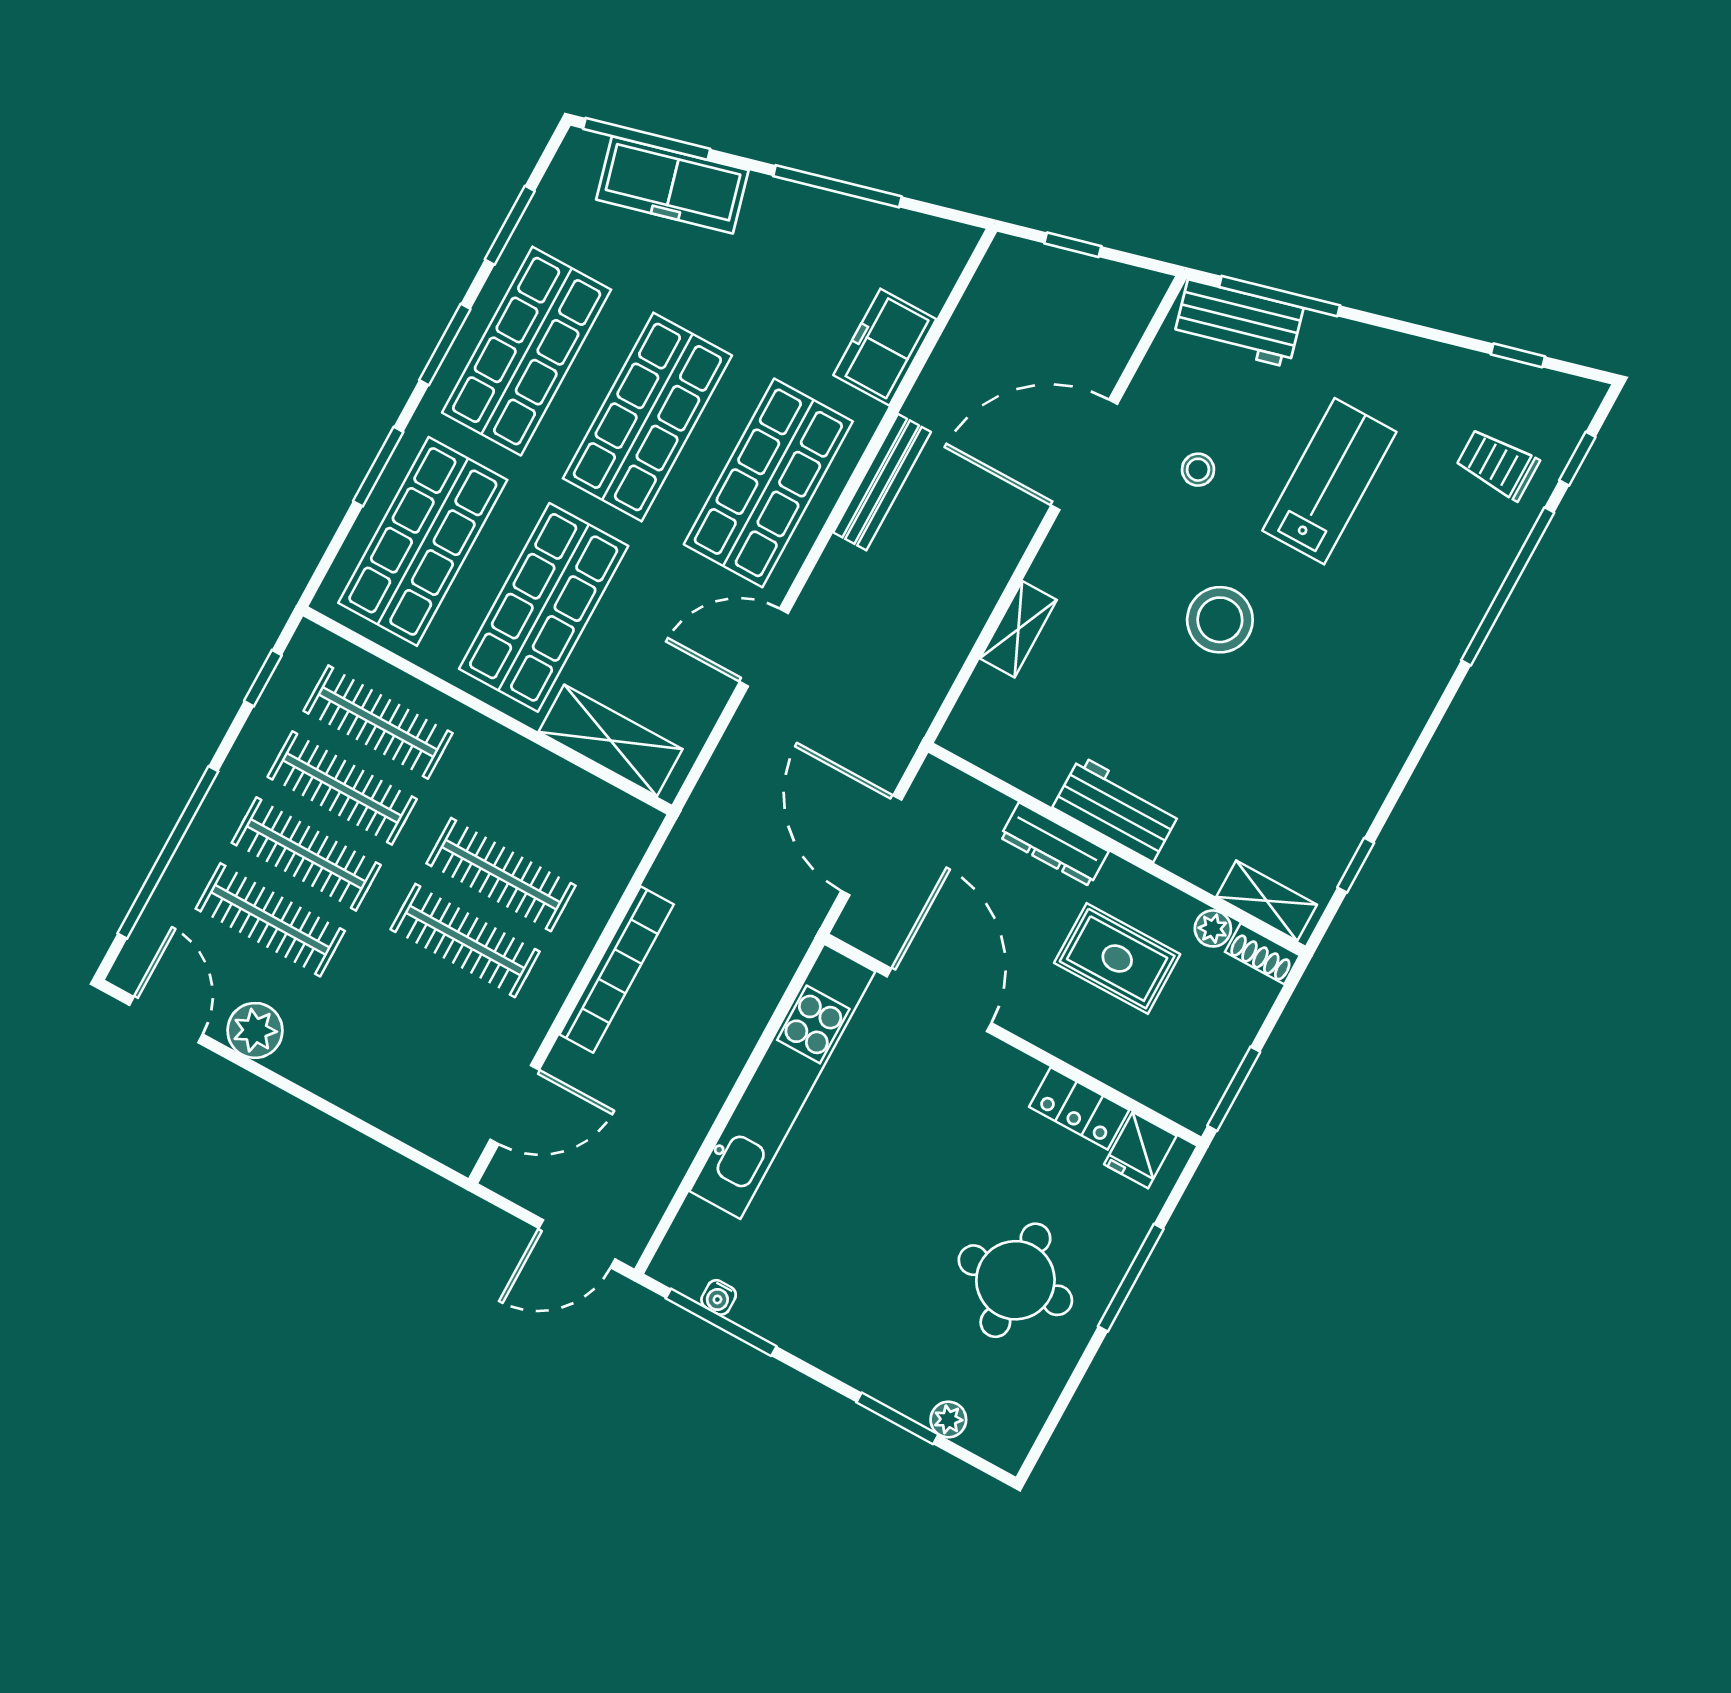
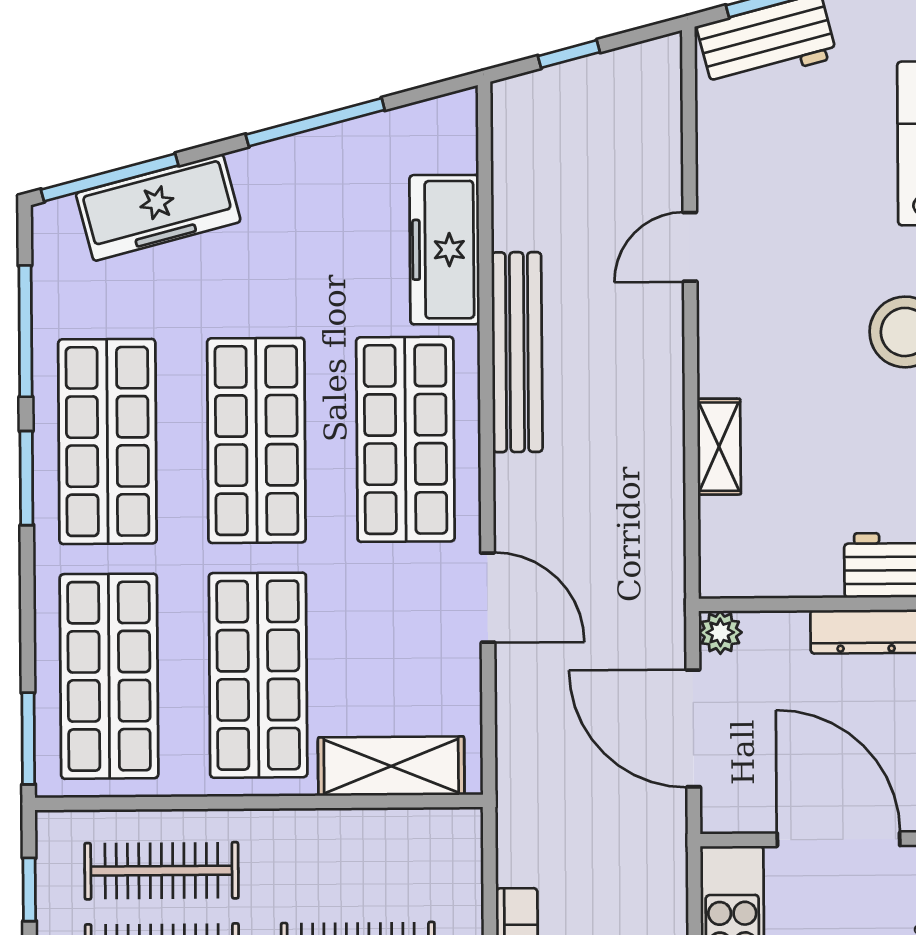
window: (510, 225) -> (25, 331), width x1.44
freezer: (885, 347) -> (445, 250), width x1.40
door: (1084, 455) -> (690, 247), width x0.53
window: (378, 467) -> (28, 739), moved
stool: (1198, 470) -> (805, 201), removed
bench: (882, 482) -> (517, 352), width x1.37, depth x1.21
door: (764, 648) -> (488, 598), swing flipped
plant: (936, 780) -> (720, 632), added

